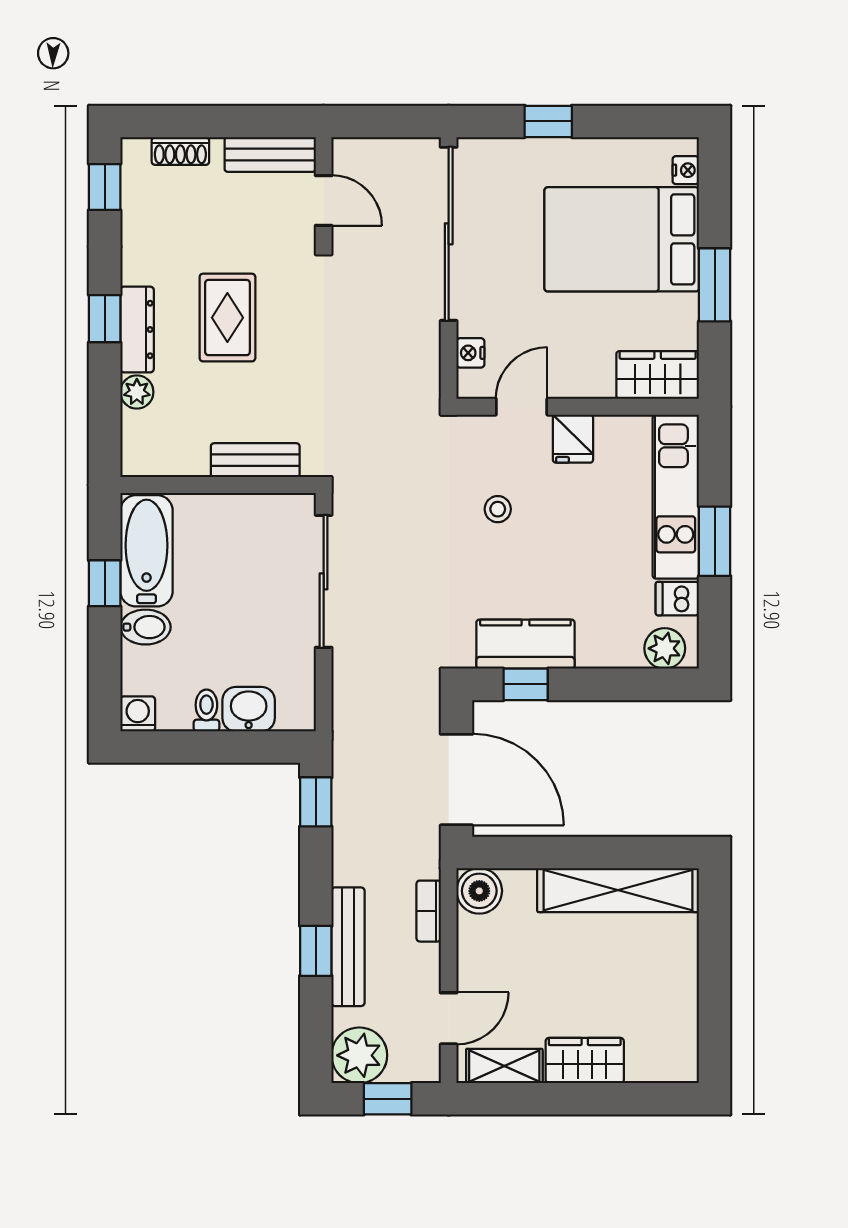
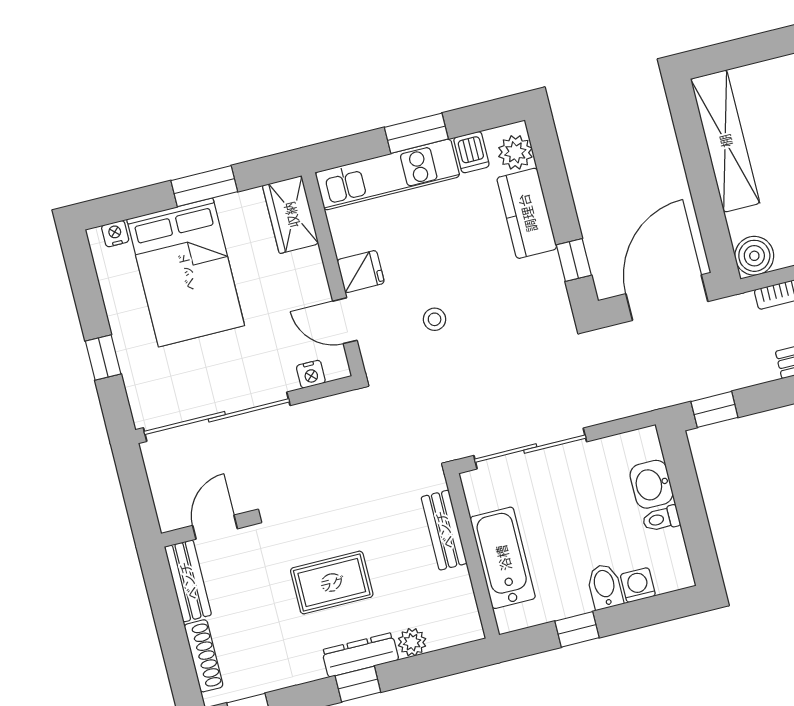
shoe rack: (180, 151) -> (204, 656), width x1.43
bathtub: (147, 551) -> (503, 558), moved, turned 90
kitchen counter: (525, 644) -> (527, 213), moved
washing machine: (138, 714) -> (638, 585), moved, turned 90

